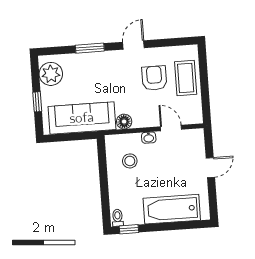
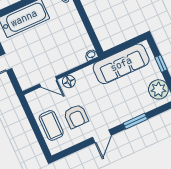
floor lamp: (124, 122) -> (69, 82), moved
washbasin: (149, 138) -> (91, 55), moved
stool: (130, 161) -> (71, 44), removed

